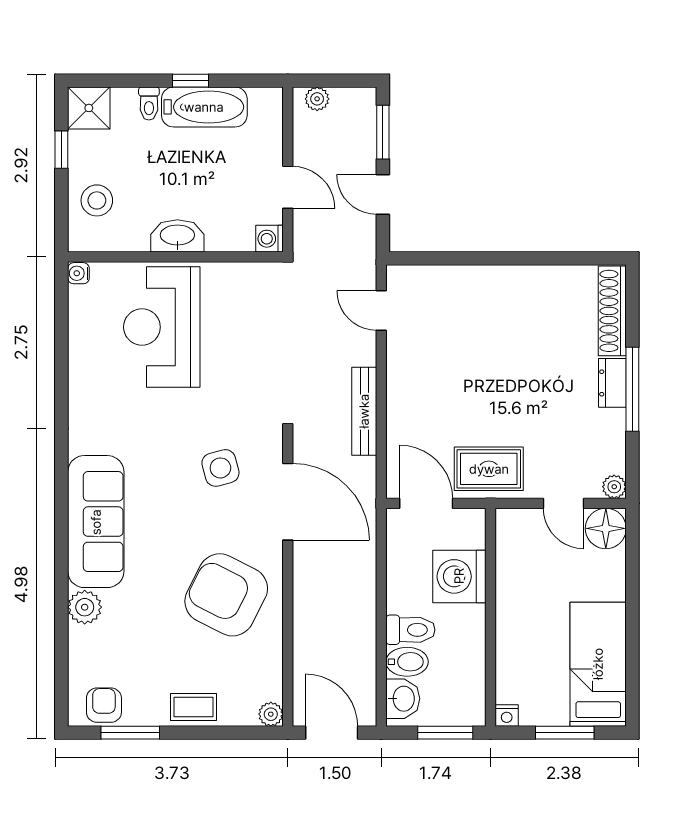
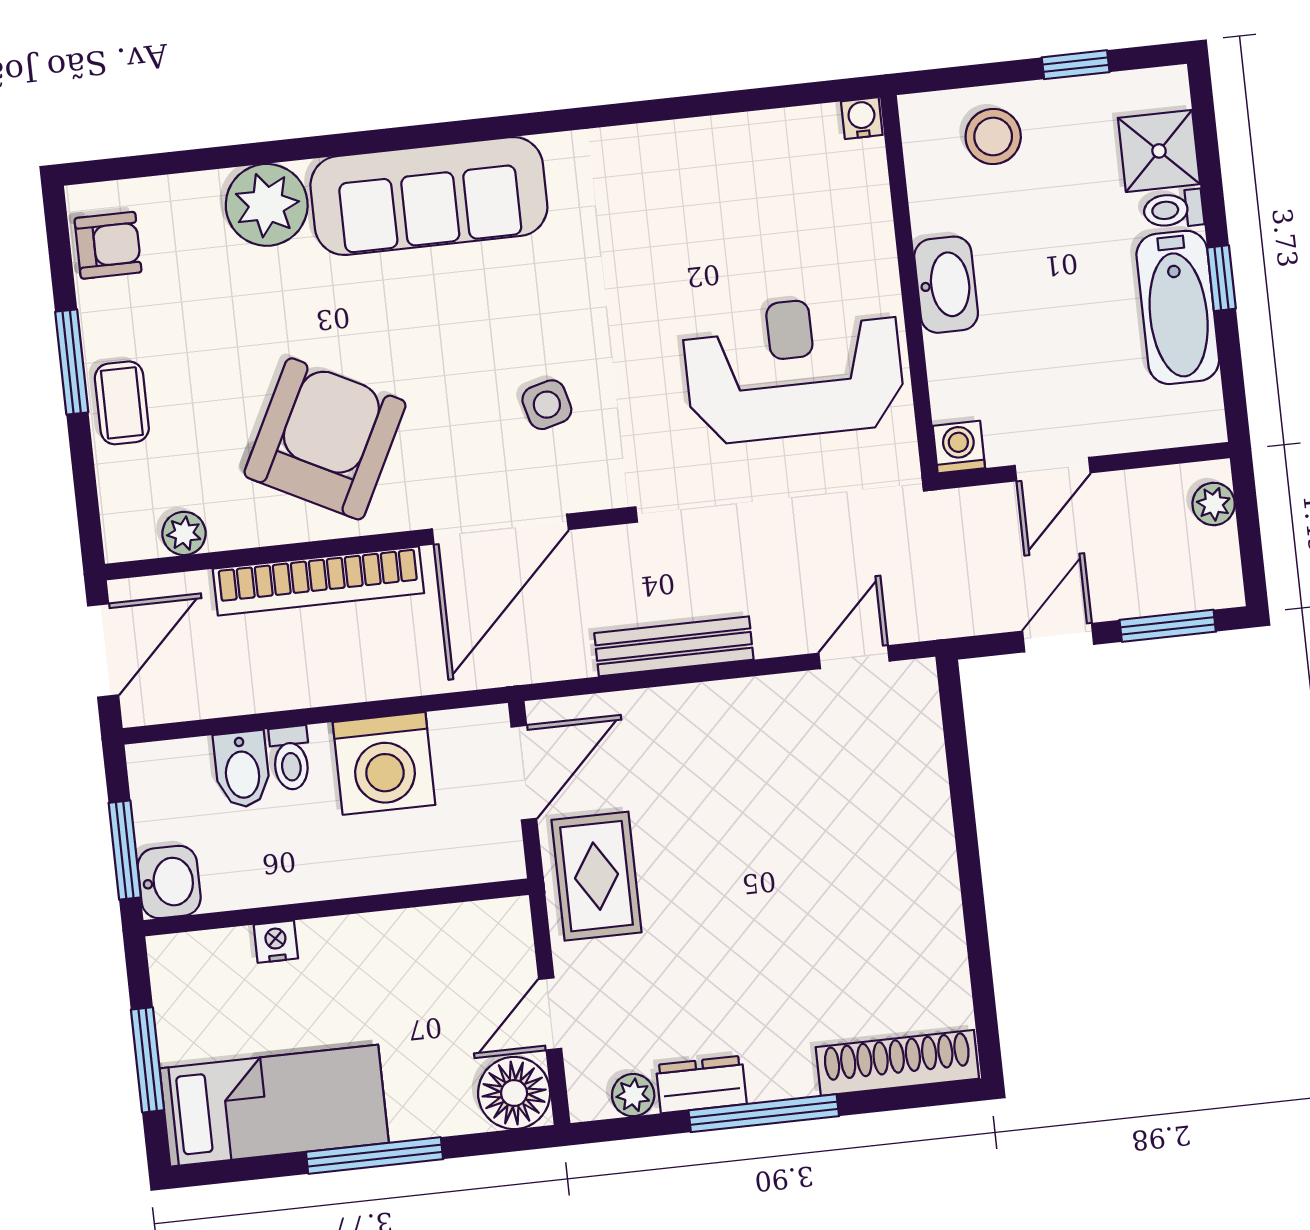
shower: (89, 108) -> (1159, 151), moved
reception desk: (162, 327) -> (794, 369), moved
dresser: (612, 383) -> (701, 1084), moved
side table: (220, 468) -> (547, 405), width x0.73, depth x0.73
plant: (614, 487) -> (633, 1095), moved
washing machine: (459, 576) -> (384, 763), moved, turned 180
plant: (85, 607) -> (267, 205), width x1.36, depth x1.36
bookcase: (306, 607) -> (318, 581), added
window: (632, 611) -> (375, 1156), added
toilet: (410, 630) -> (290, 758), width x0.73, depth x0.72
washbasin: (403, 699) -> (169, 882), moved, turned -90
plant: (271, 714) -> (184, 533), moved
nightstand: (507, 716) -> (276, 942), moved, turned 90
window: (130, 733) -> (72, 362), moved

